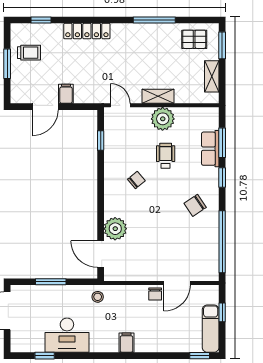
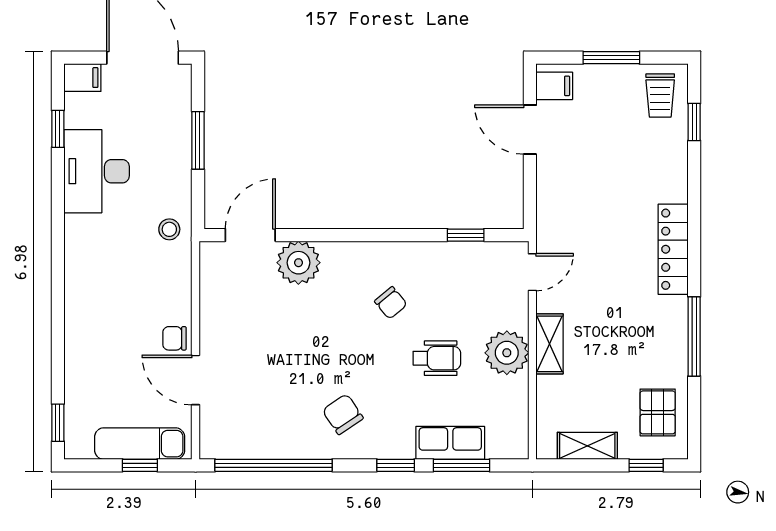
locker: (87, 31) -> (673, 249), moved
window: (222, 45) -> (646, 465), width x0.67
trolley: (29, 53) -> (660, 95), moved
filing cabinet: (66, 94) -> (554, 86), moved
exam couch: (211, 329) -> (140, 444), moved
filing cabinet: (126, 343) -> (82, 78), moved

